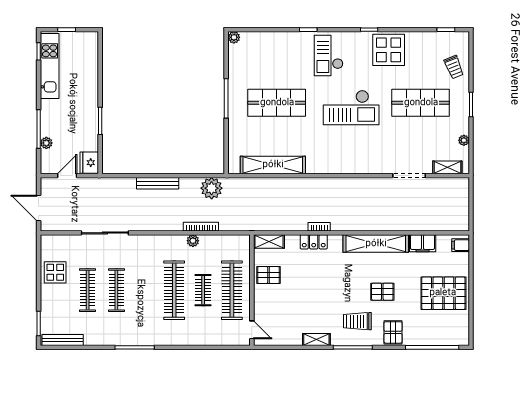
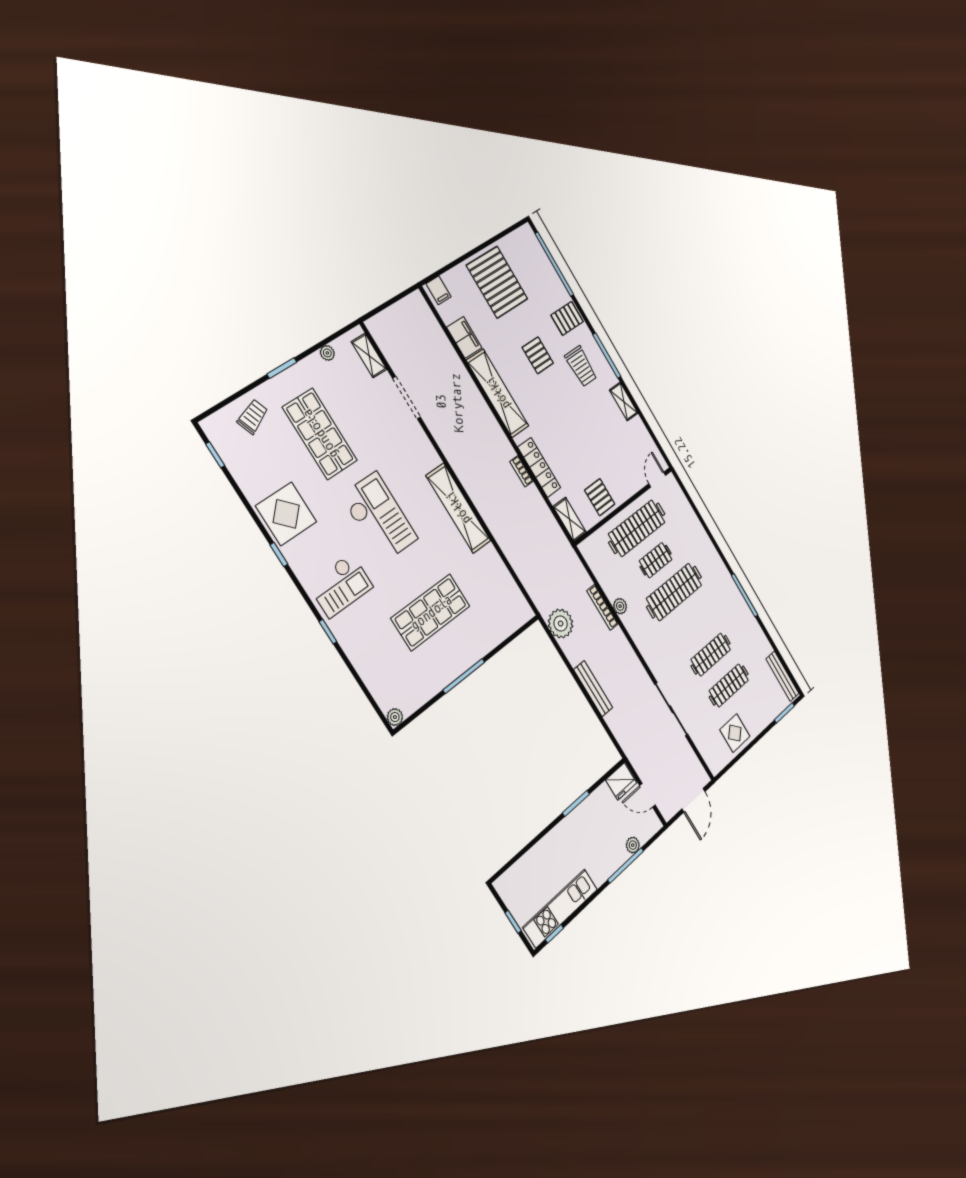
shop shelf: (277, 103) -> (431, 612), turned 90
shelving: (273, 165) -> (458, 508), moved
locker: (314, 242) -> (539, 467), width x1.53

